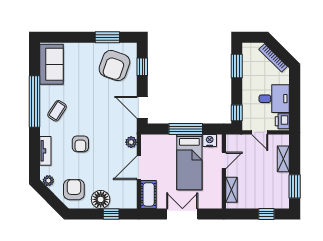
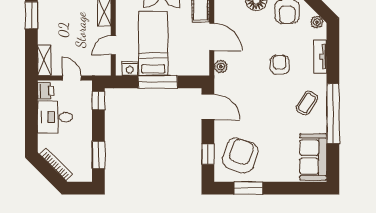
shelving: (283, 159) -> (44, 60), moved
door: (139, 168) -> (212, 37), hinge flipped

